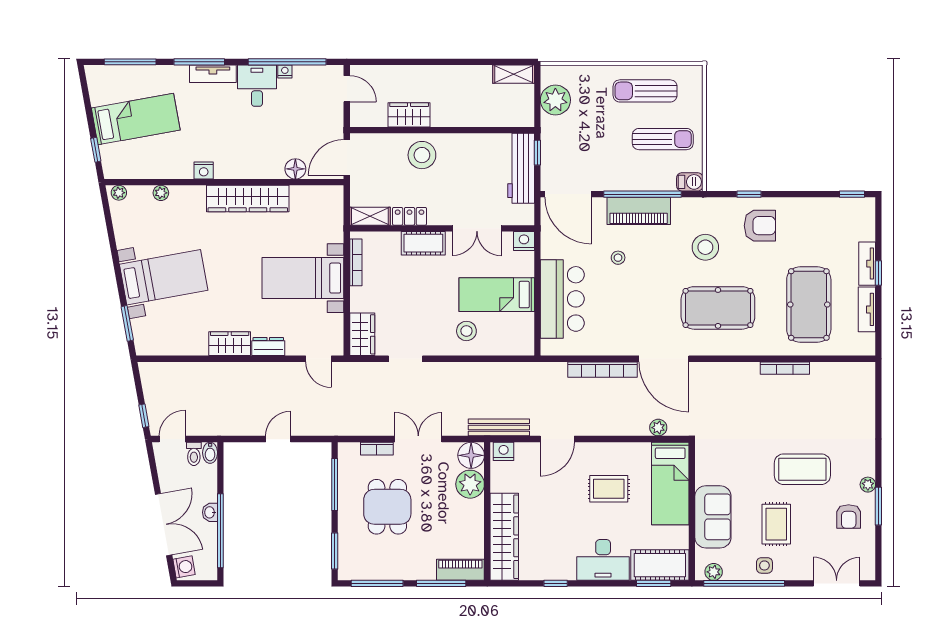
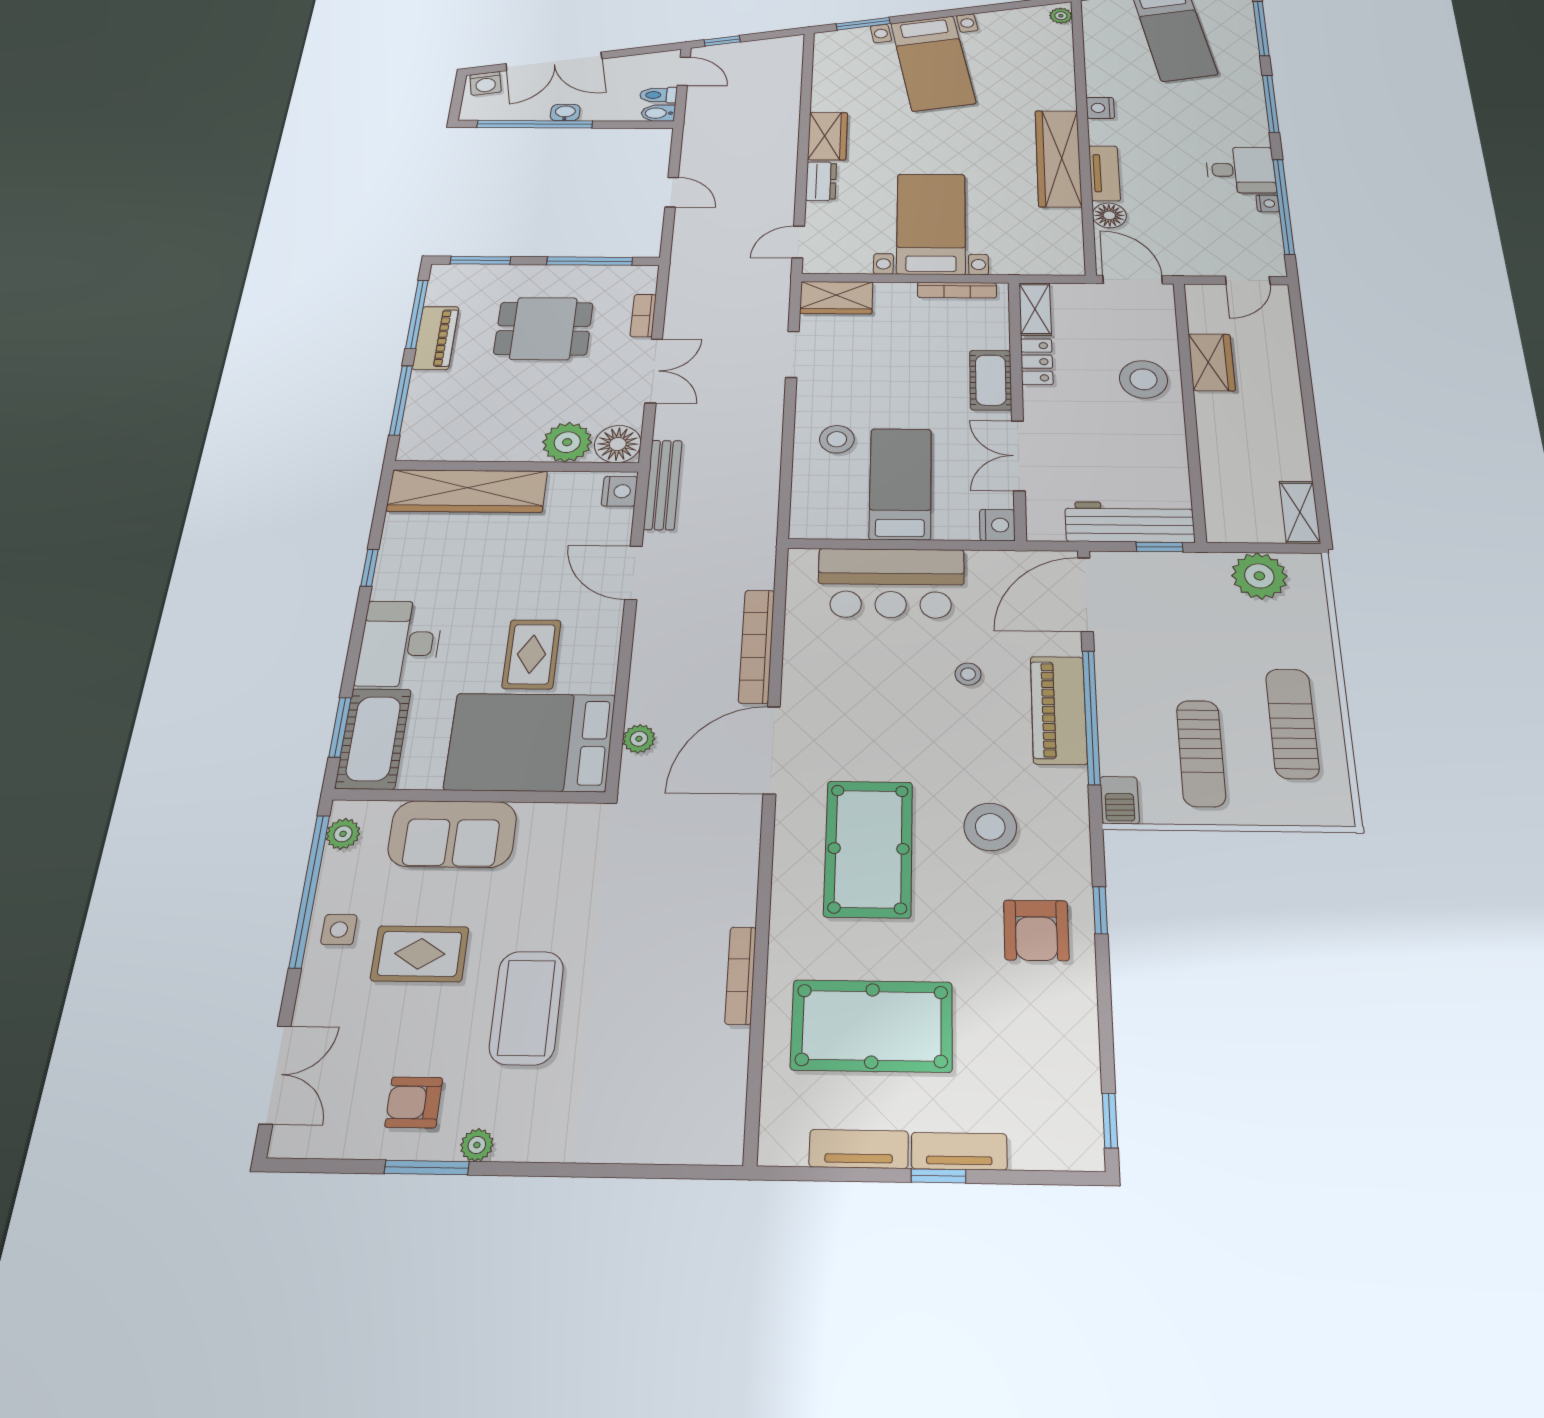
tv unit: (213, 74) -> (1104, 173), moved, turned 180
plant: (161, 193) -> (1063, 60), removed
bed: (670, 483) -> (530, 742), width x1.50
piano: (460, 570) -> (436, 338), moved

